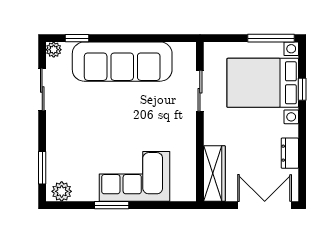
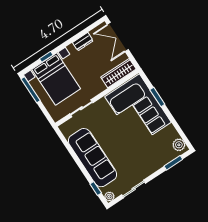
corner sofa: (134, 176) -> (138, 109), width x1.36, depth x1.36
window: (112, 205) -> (157, 97), moved

